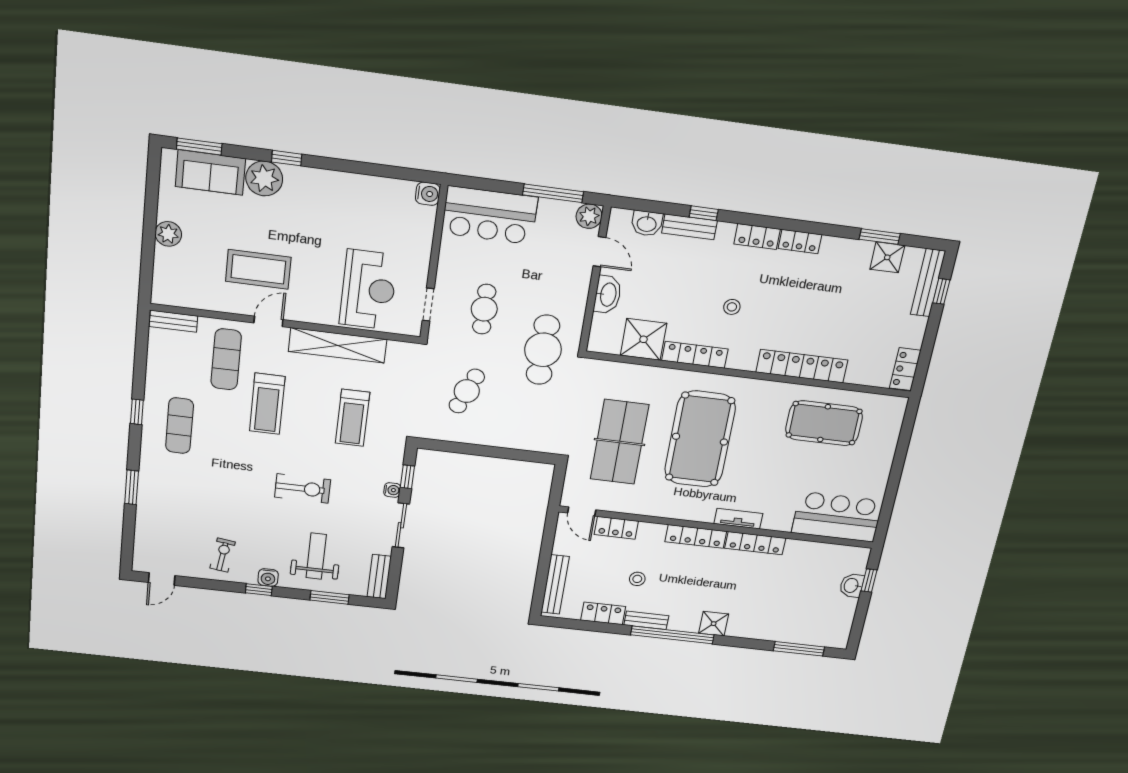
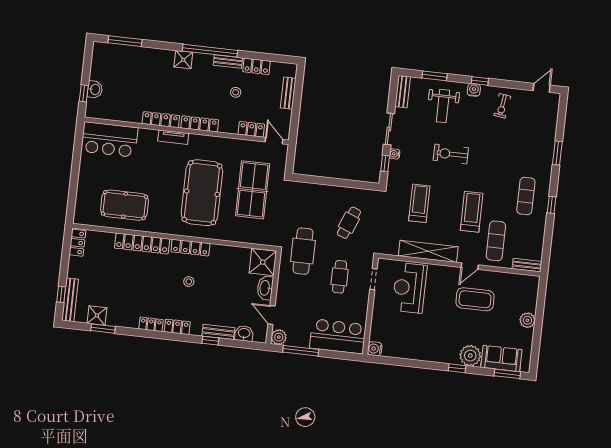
shower: (643, 339) -> (263, 262), moved
locker: (695, 355) -> (190, 248), moved
bench: (555, 584) -> (288, 93), width x0.73

